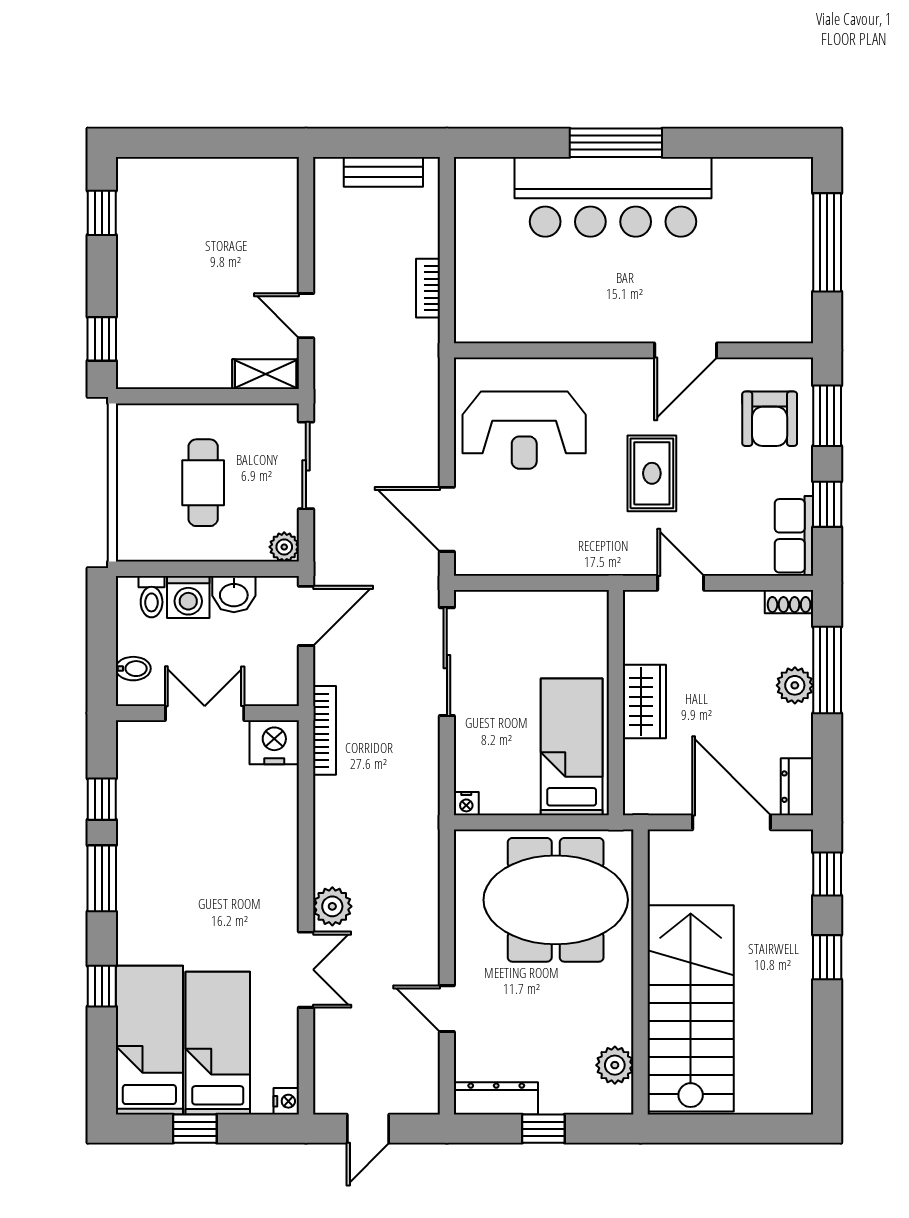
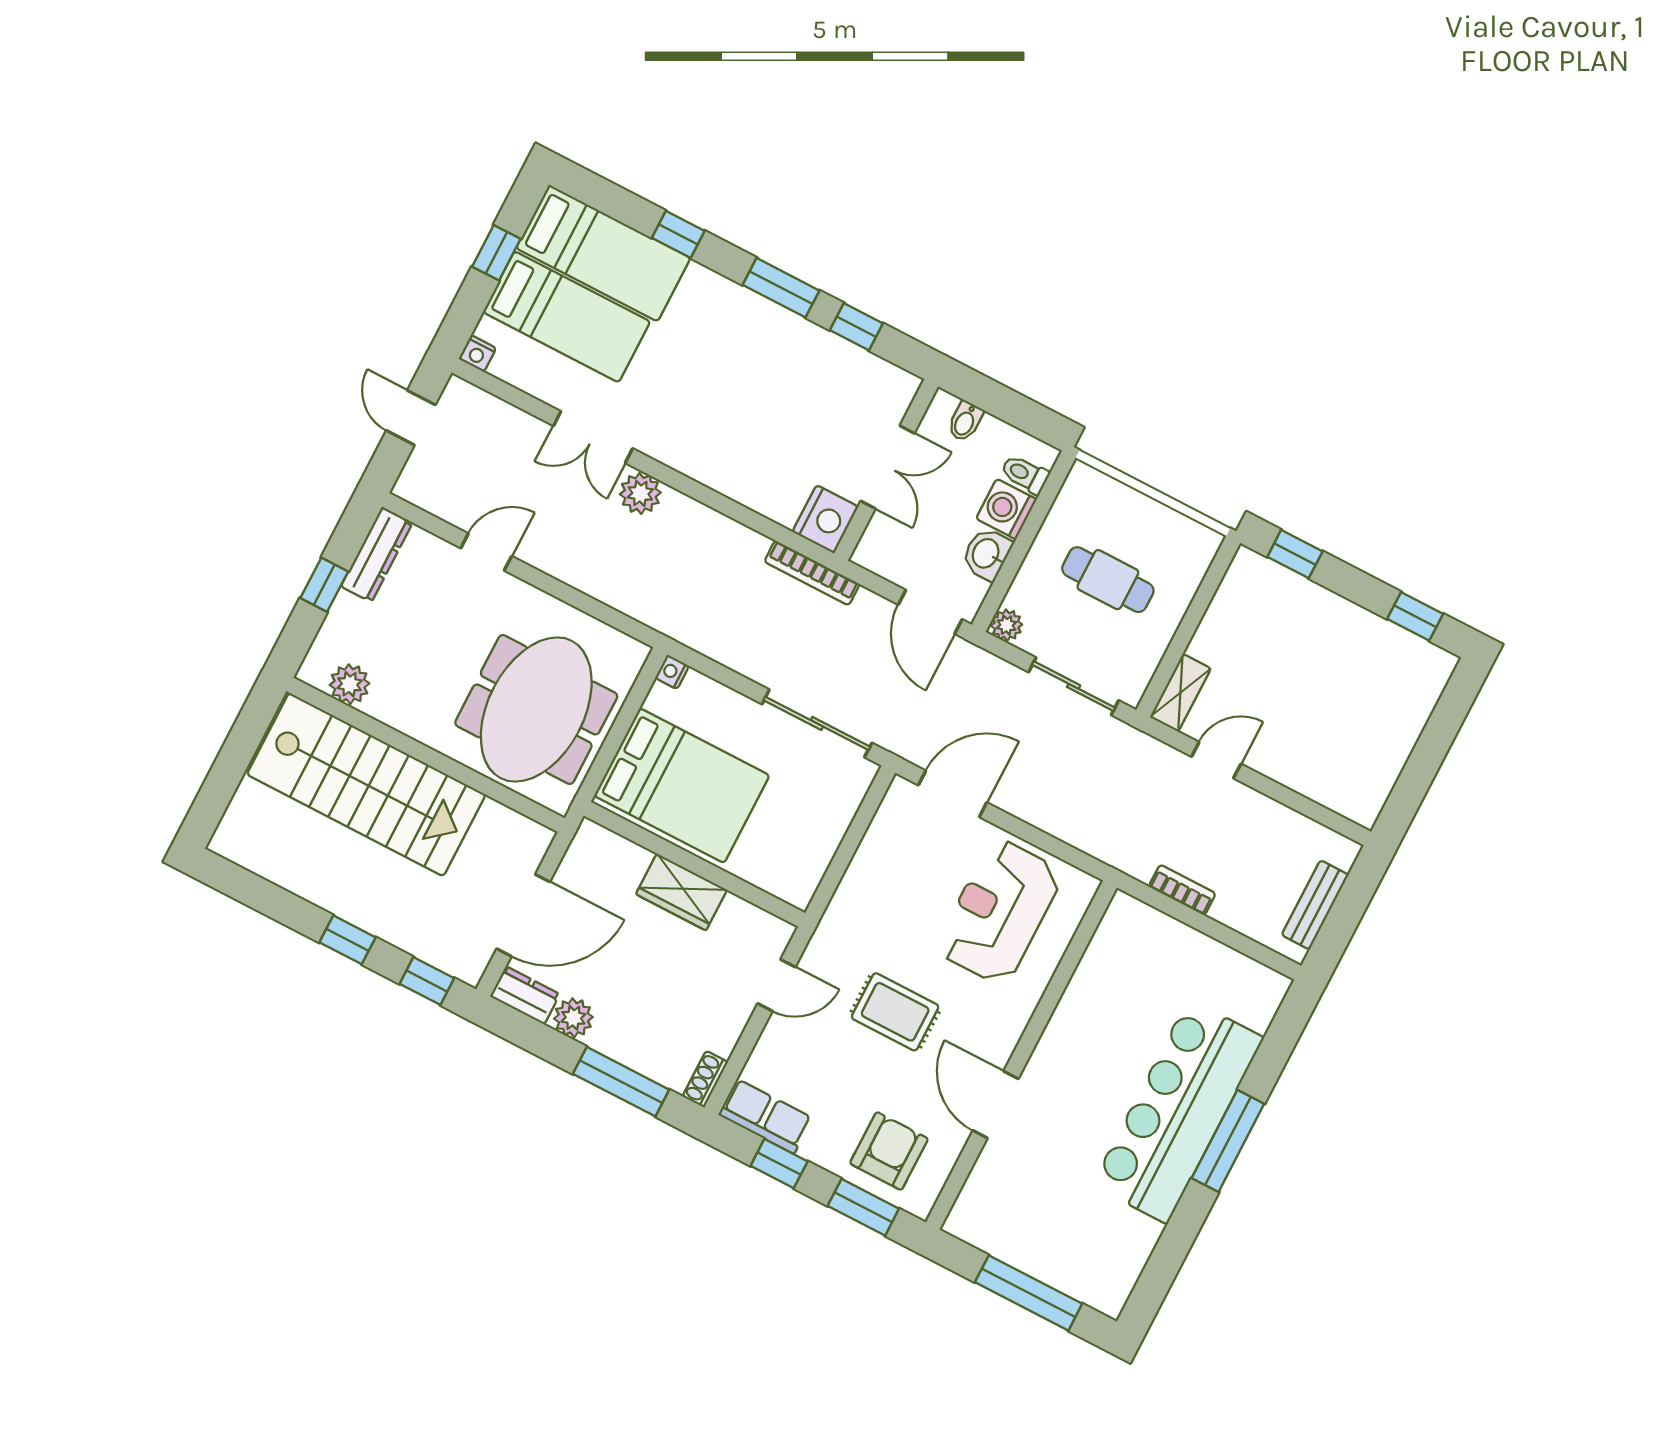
armchair: (770, 419) -> (889, 1151), turned 90
plant: (795, 685) -> (573, 1018), moved
bed: (572, 747) -> (682, 786), width x1.50

